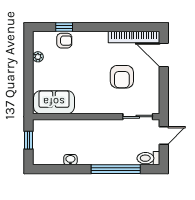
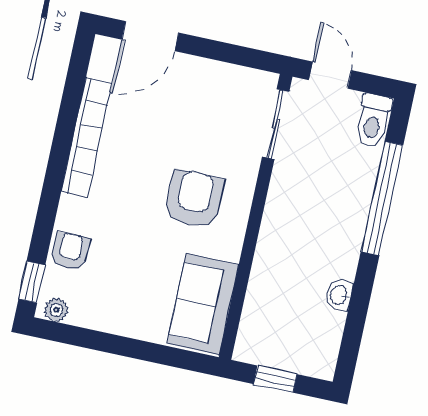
window: (64, 27) -> (32, 282), moved
bookcase: (134, 37) -> (87, 137), moved
plant: (38, 57) -> (56, 310), moved
armchair: (122, 77) -> (194, 199), moved, turned -90

